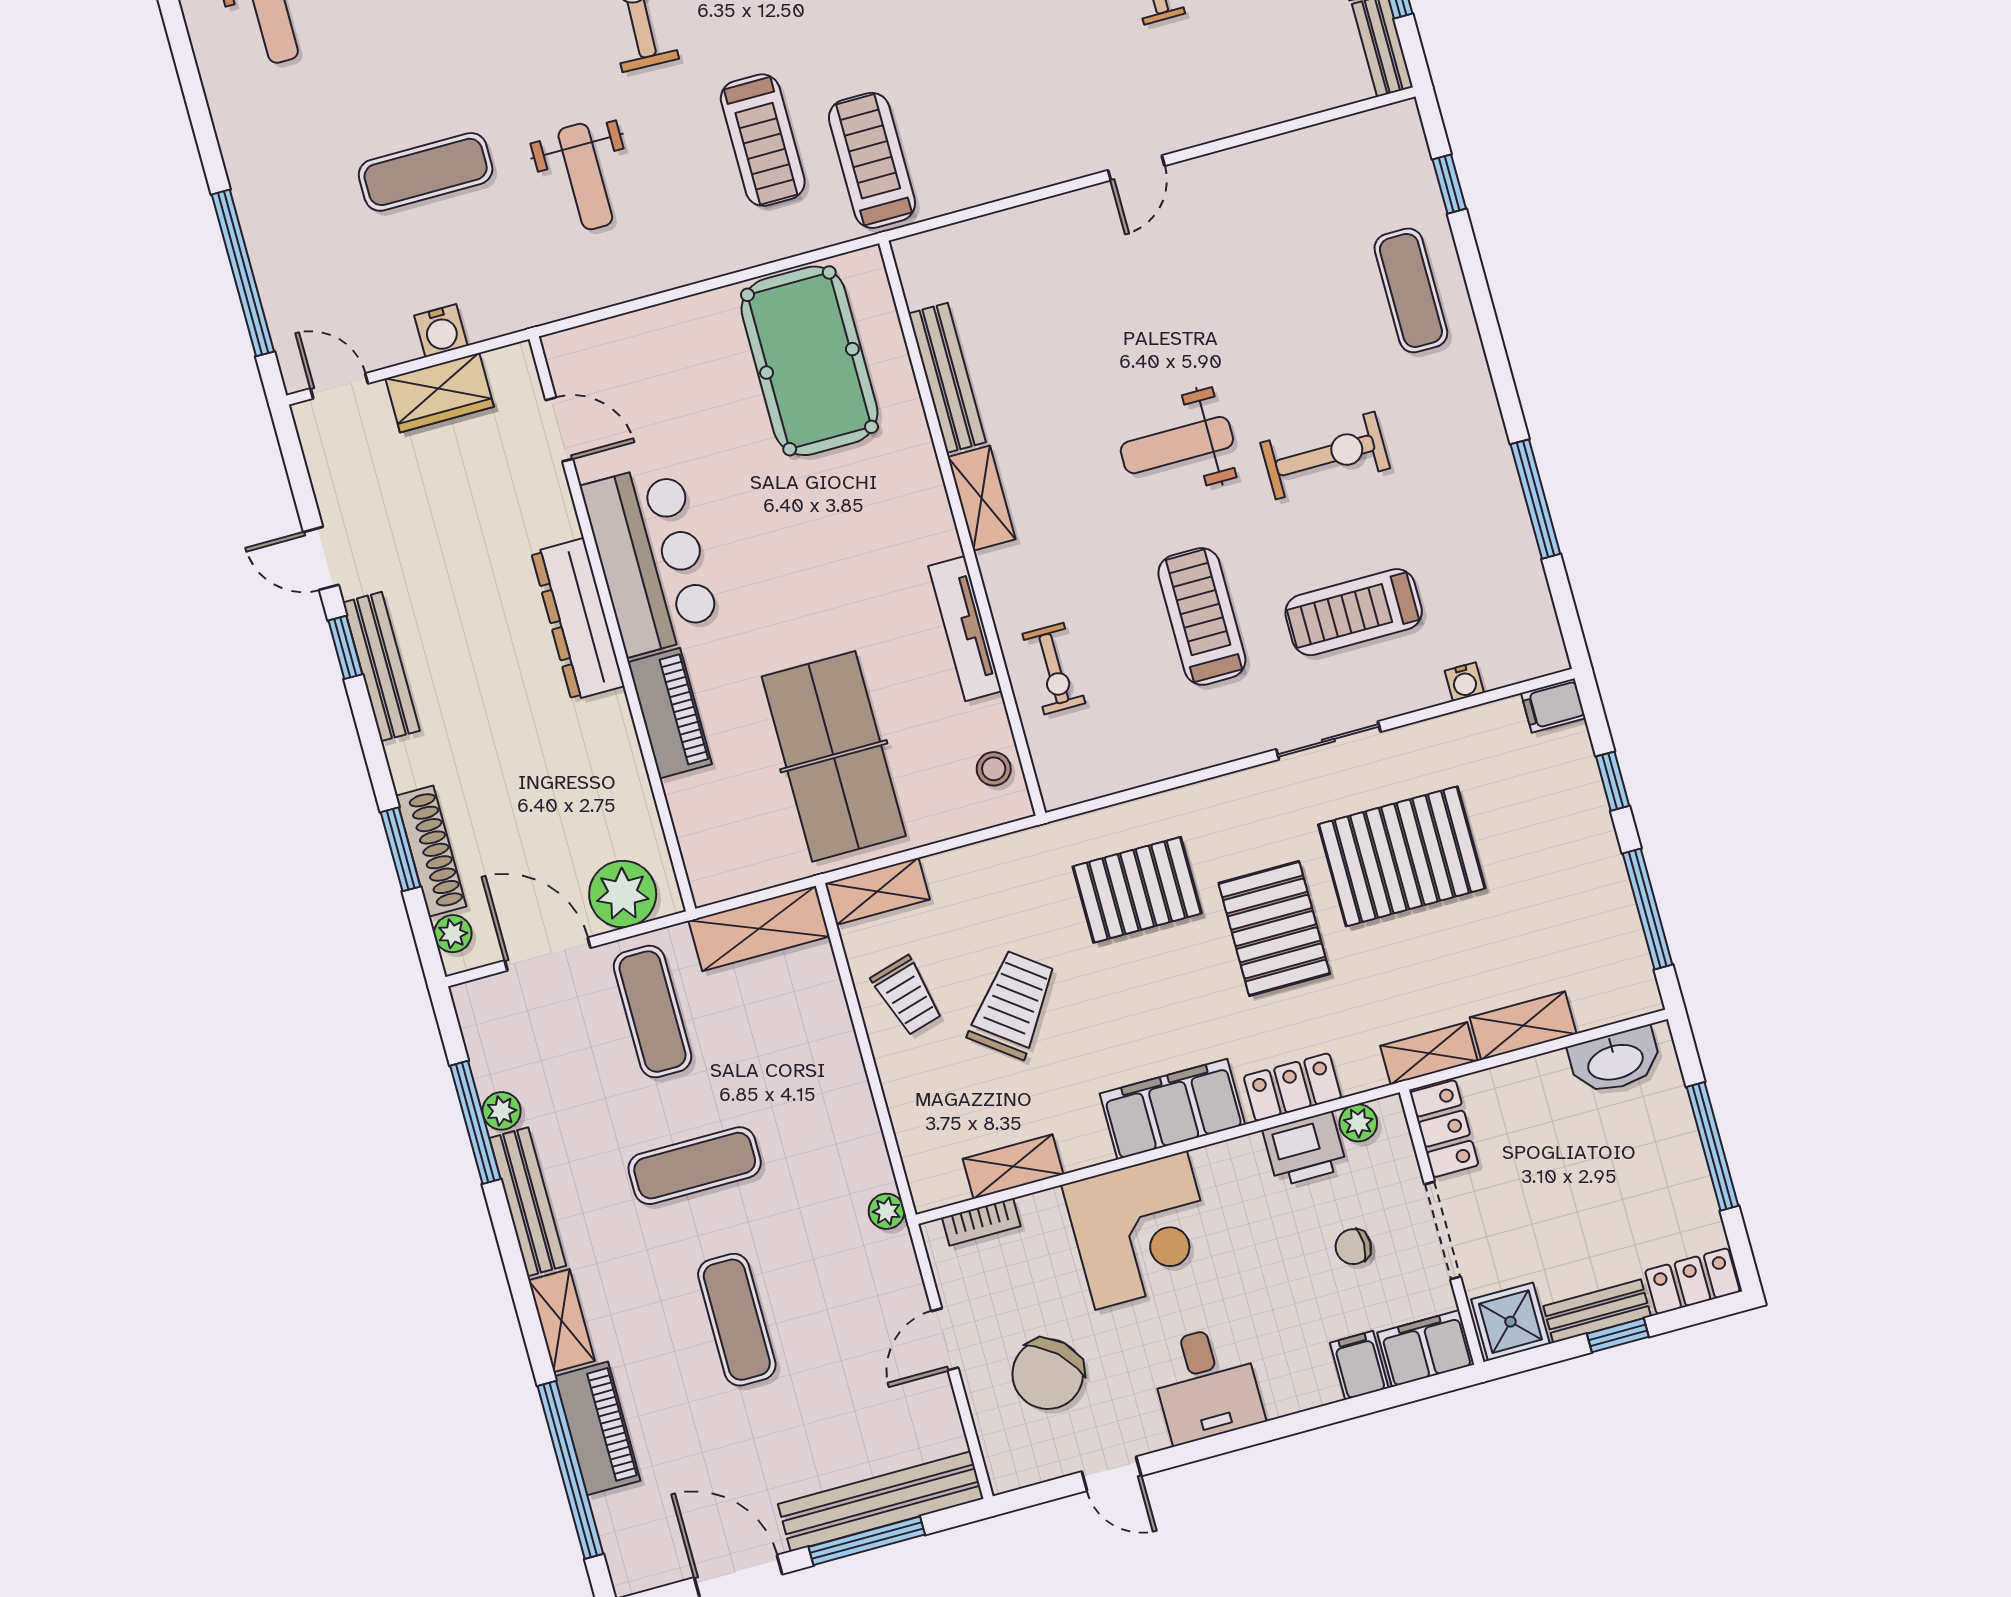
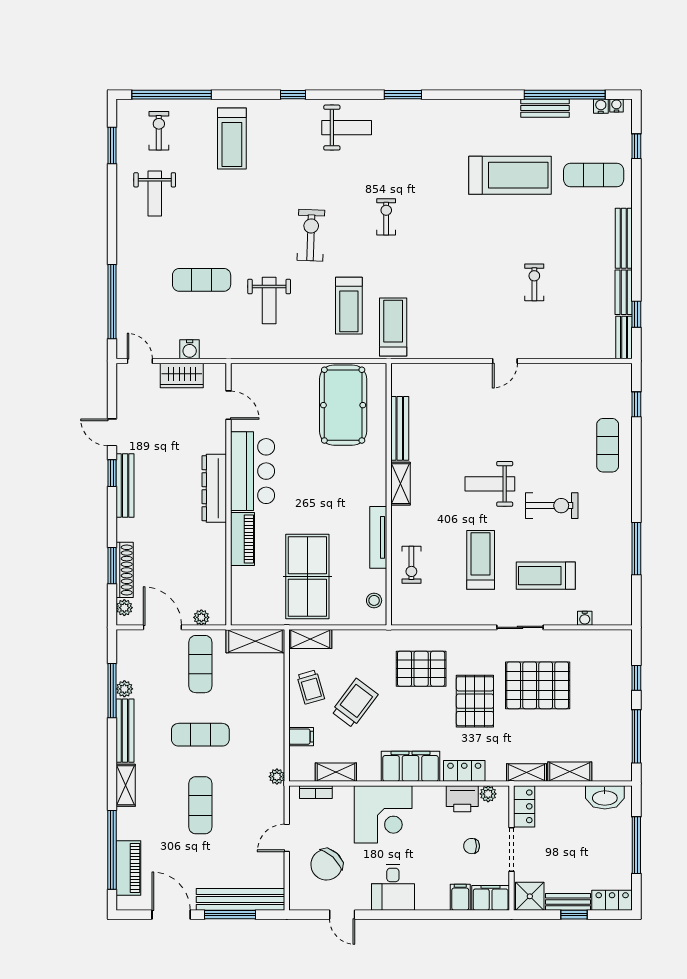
filing cabinet: (1553, 706) -> (301, 737), moved, turned 180
plant: (623, 894) -> (201, 617), width x0.53, depth x0.53
piano: (597, 1428) -> (128, 868), moved

